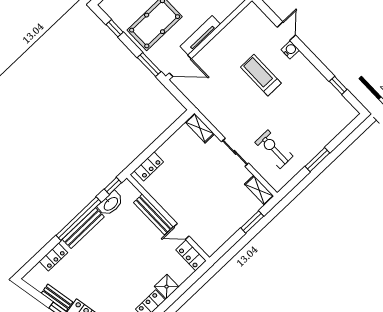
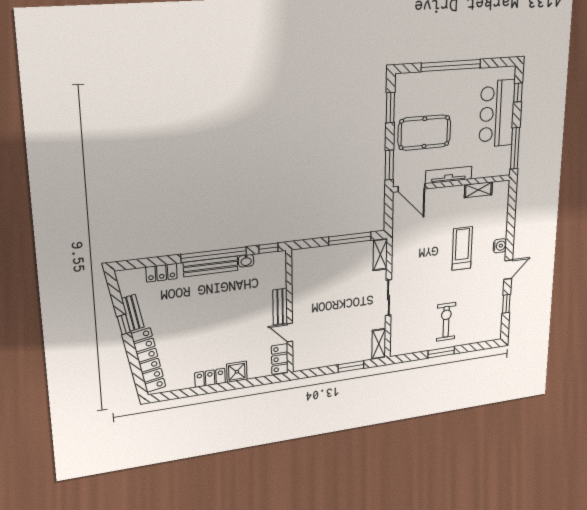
shelving: (234, 26) -> (478, 190), added
window: (115, 28) -> (390, 108), width x1.50
door: (286, 31) -> (508, 270), moved
window: (166, 135) -> (350, 239), added
exercise bike: (274, 149) -> (446, 322), moved
locker: (149, 166) -> (312, 255), removed
washbasin: (111, 204) -> (246, 261), width x0.52, depth x0.69
bench: (153, 214) -> (280, 307), width x0.73

